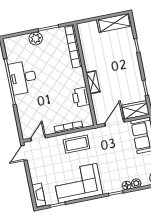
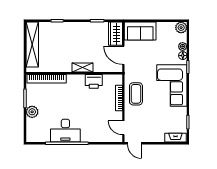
shelving: (114, 23) -> (32, 44), width x1.47
corner sofa: (78, 183) -> (172, 86), moved

